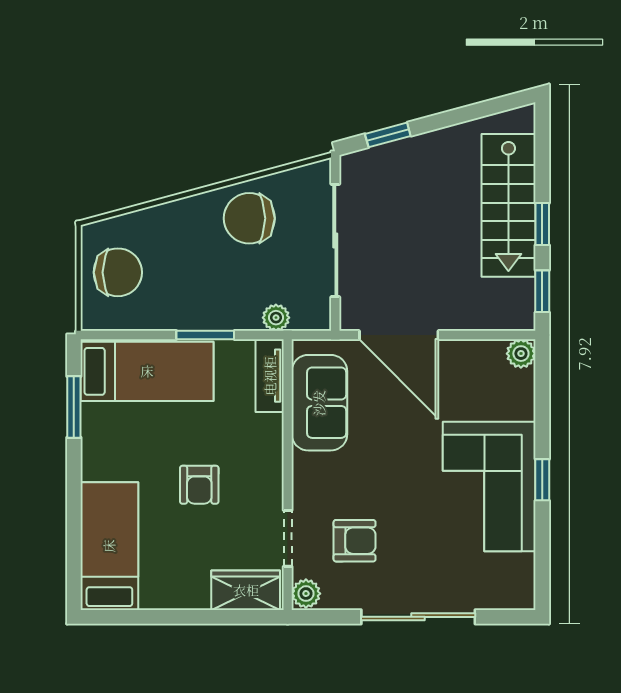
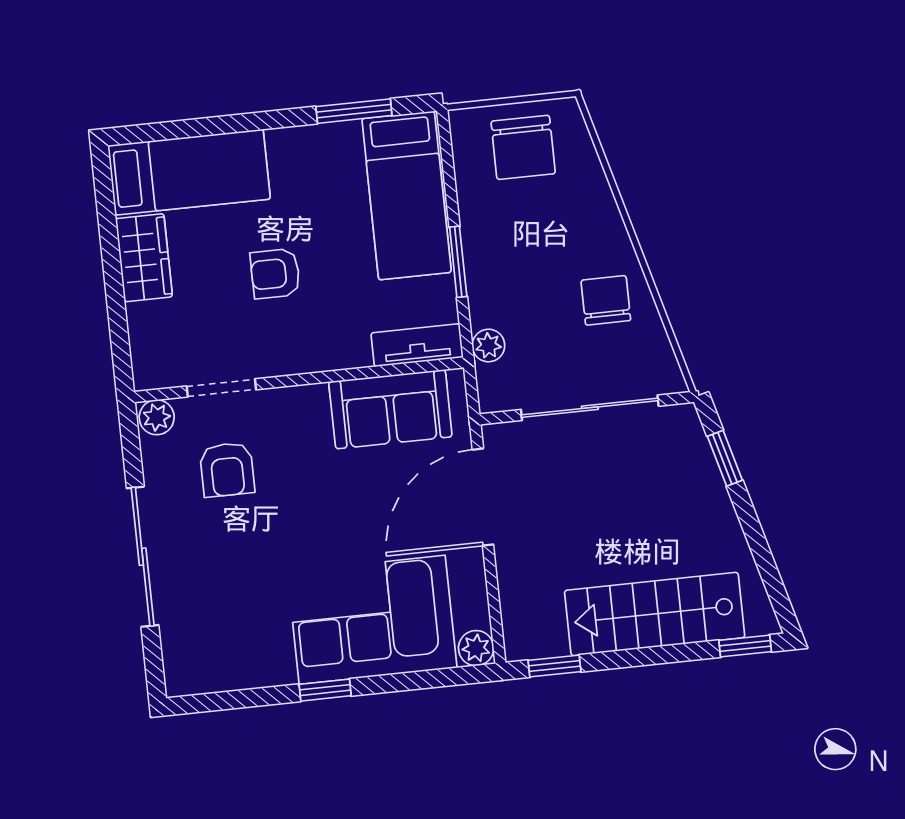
chair: (249, 218) -> (606, 300), width x0.73, depth x0.73
window: (542, 224) -> (745, 646), moved
corner sofa: (489, 486) -> (372, 620), moved
wardrobe: (246, 590) -> (144, 258), moved

